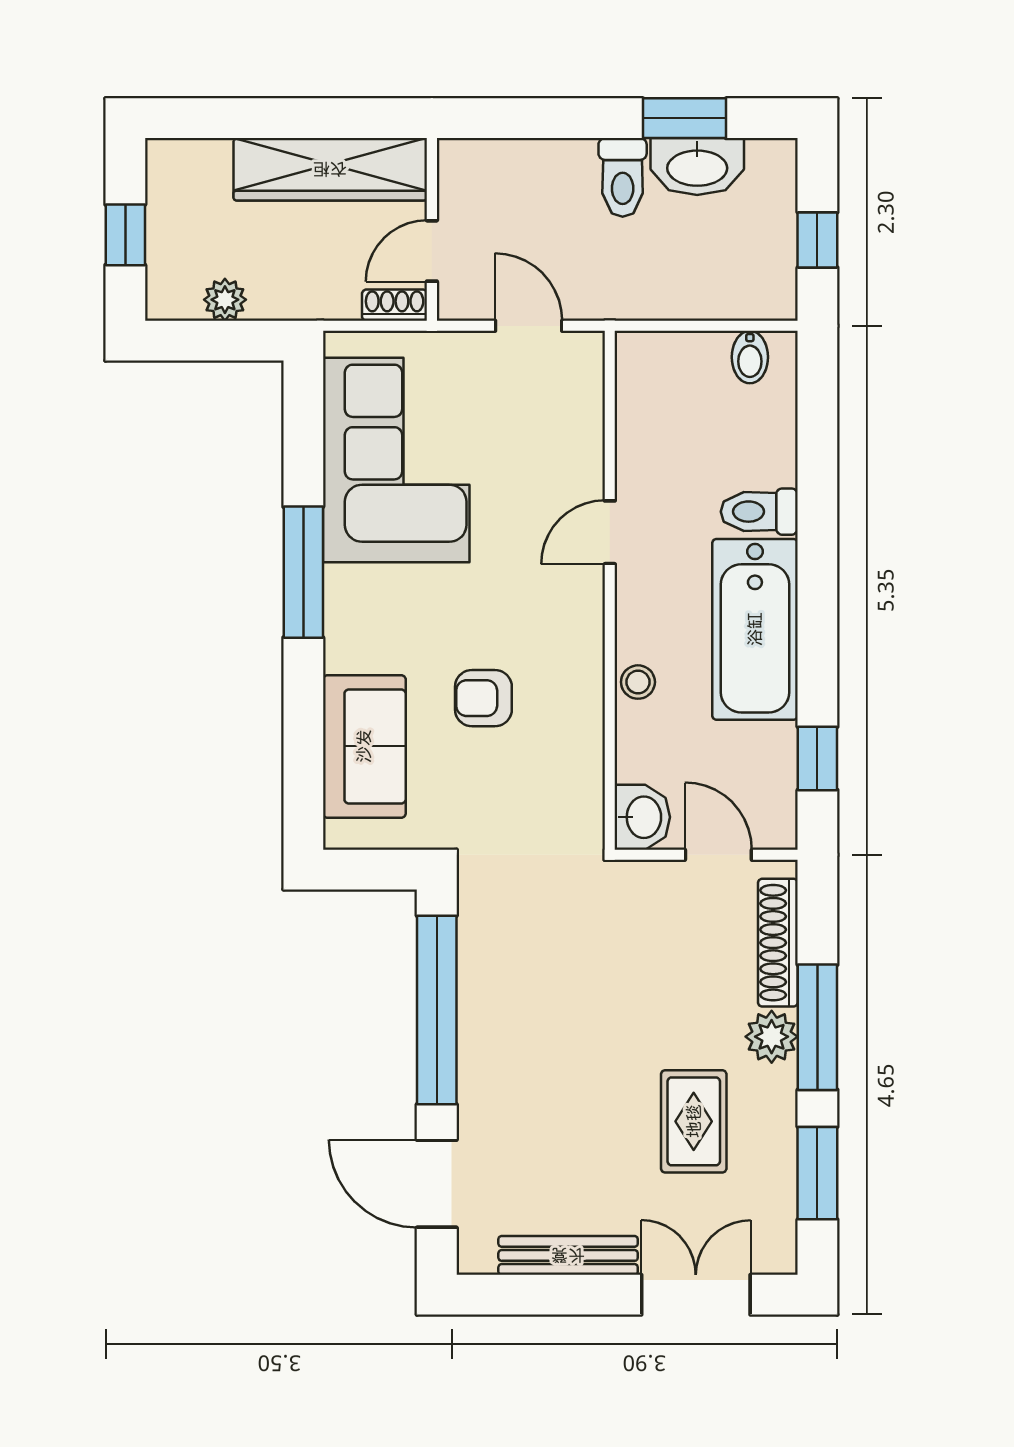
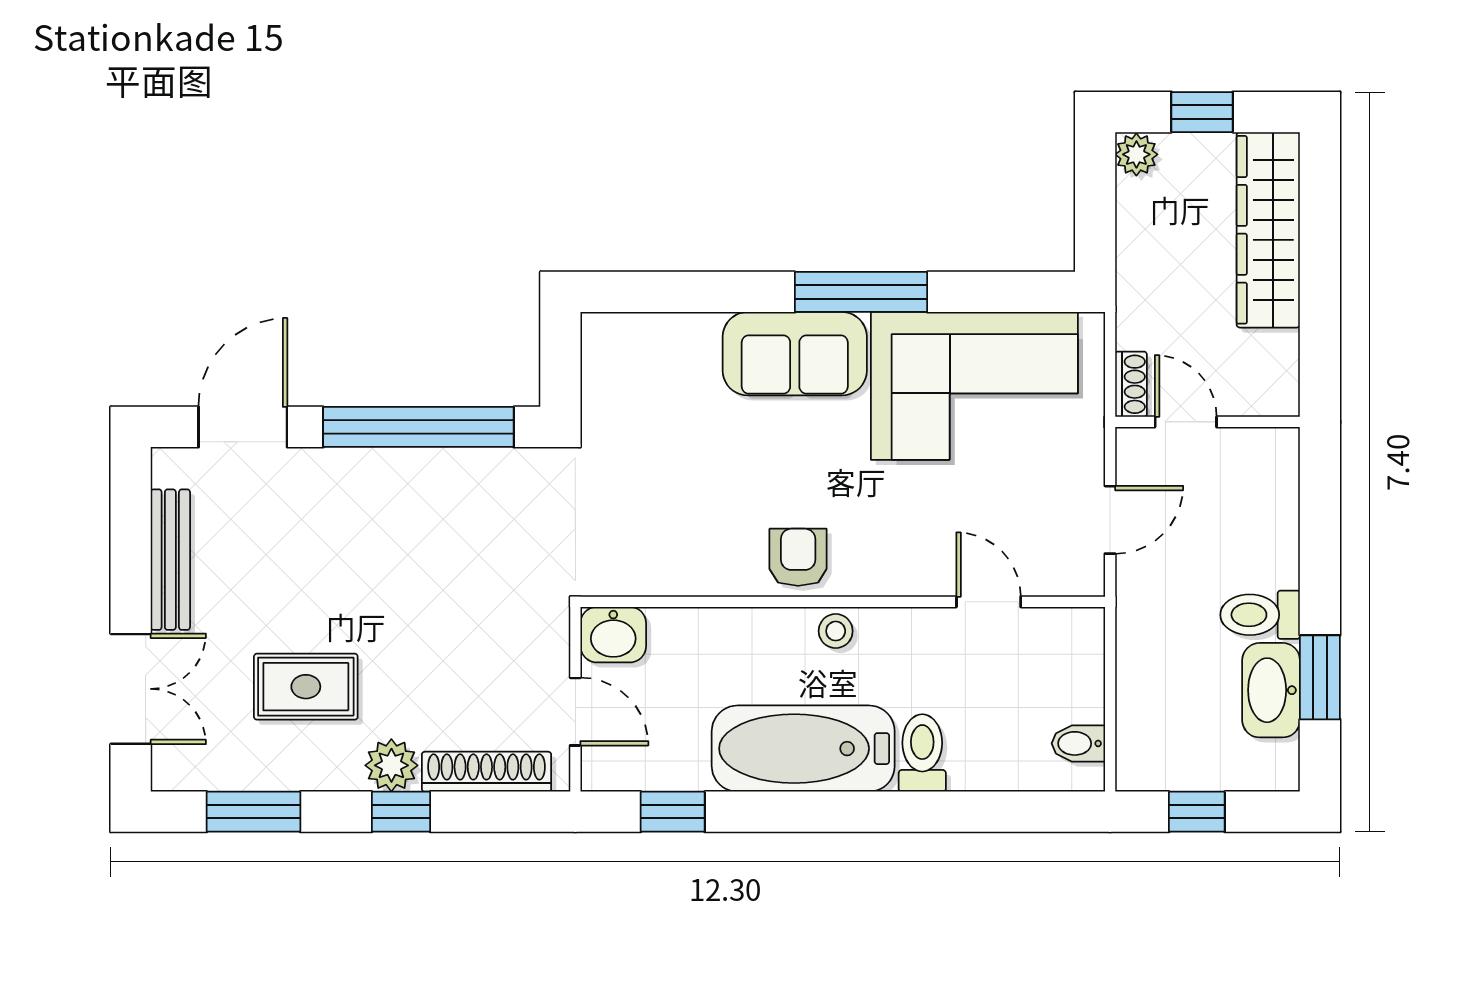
wardrobe: (330, 169) -> (1268, 230), moved
plant: (225, 300) -> (1136, 154), moved
door: (610, 532) -> (989, 602), moved
stool: (638, 682) -> (836, 631), moved
armchair: (483, 698) -> (798, 557), moved
sofa: (364, 746) -> (795, 354), moved
door: (718, 855) -> (575, 712), hinge flipped
window: (817, 1027) -> (401, 812), width x0.46

